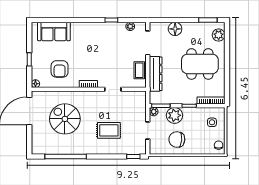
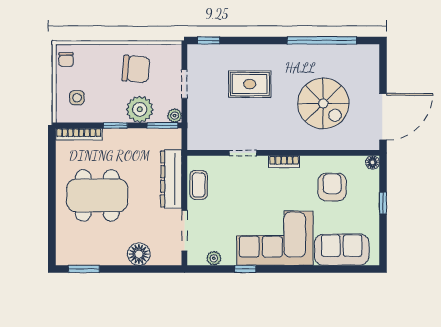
plant: (219, 35) -> (66, 244), removed
corner sofa: (94, 38) -> (275, 238), added

